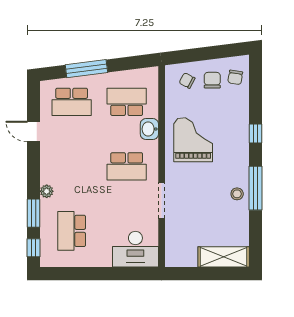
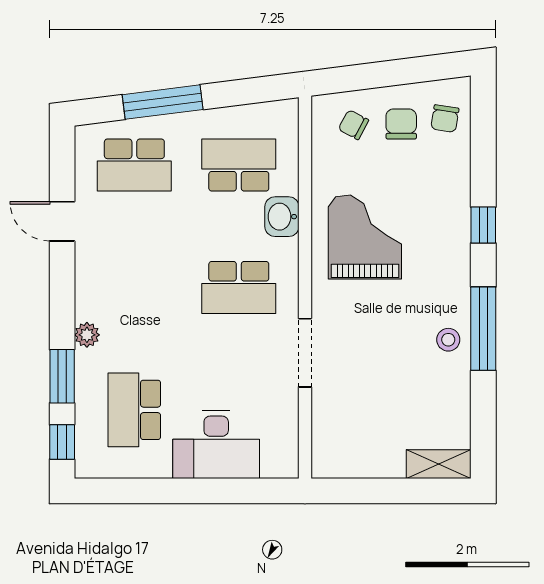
desk: (135, 249) -> (216, 445), moved
shelving: (224, 257) -> (439, 464), width x0.67, depth x0.75

